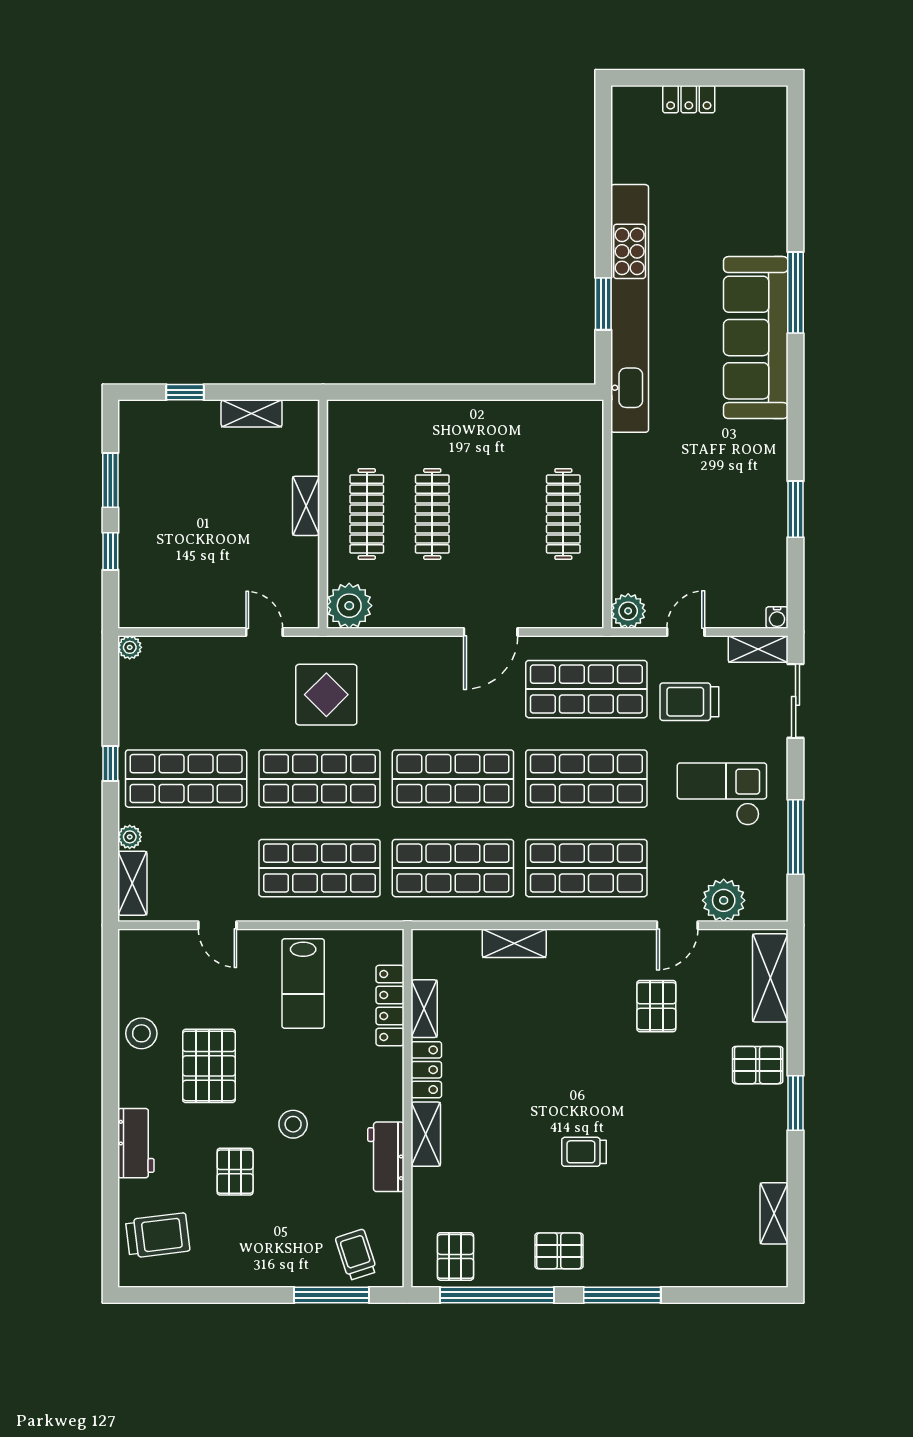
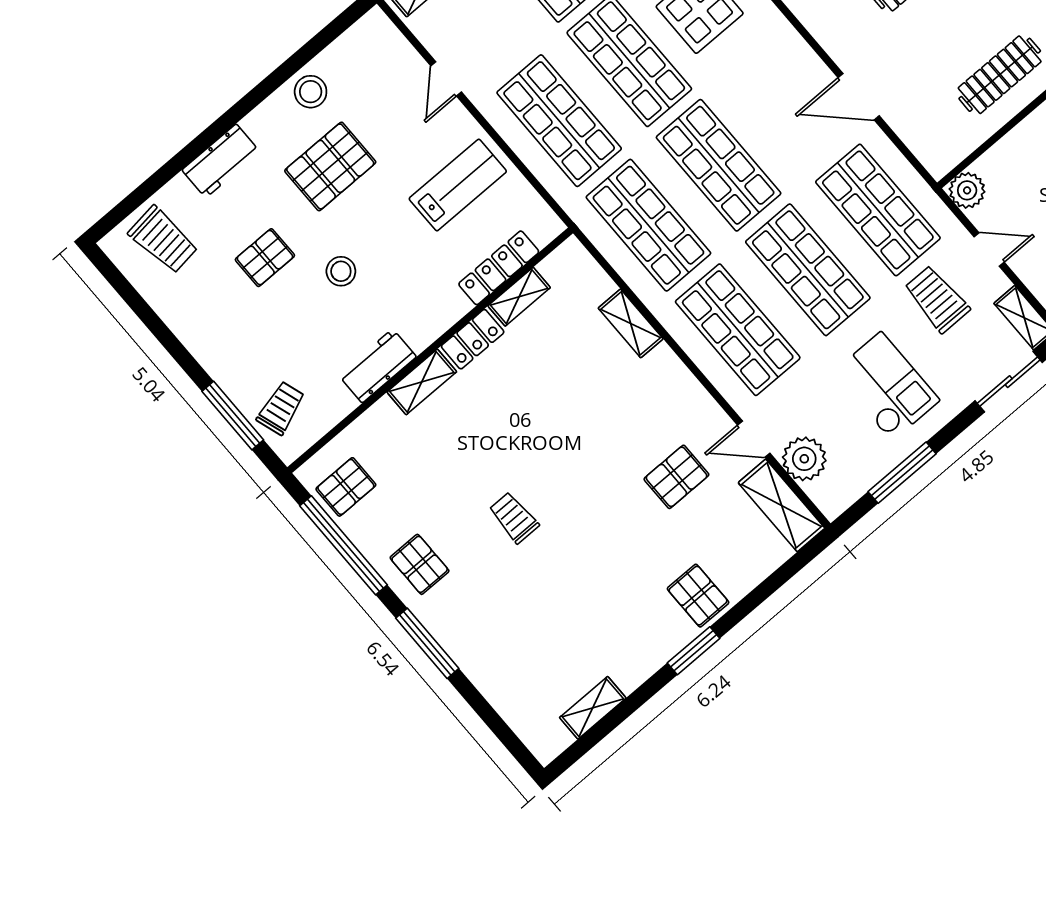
shelving: (770, 978) -> (782, 505), moved, turned 90
lab bench: (303, 983) -> (458, 185), turned 180

